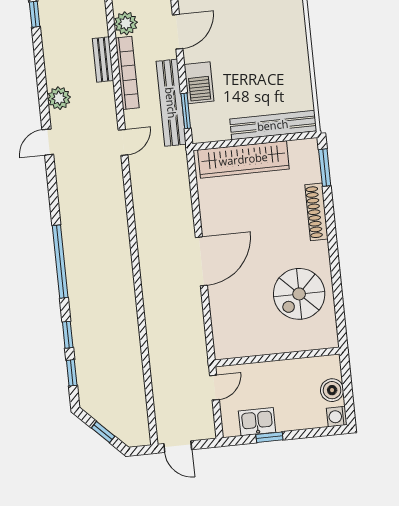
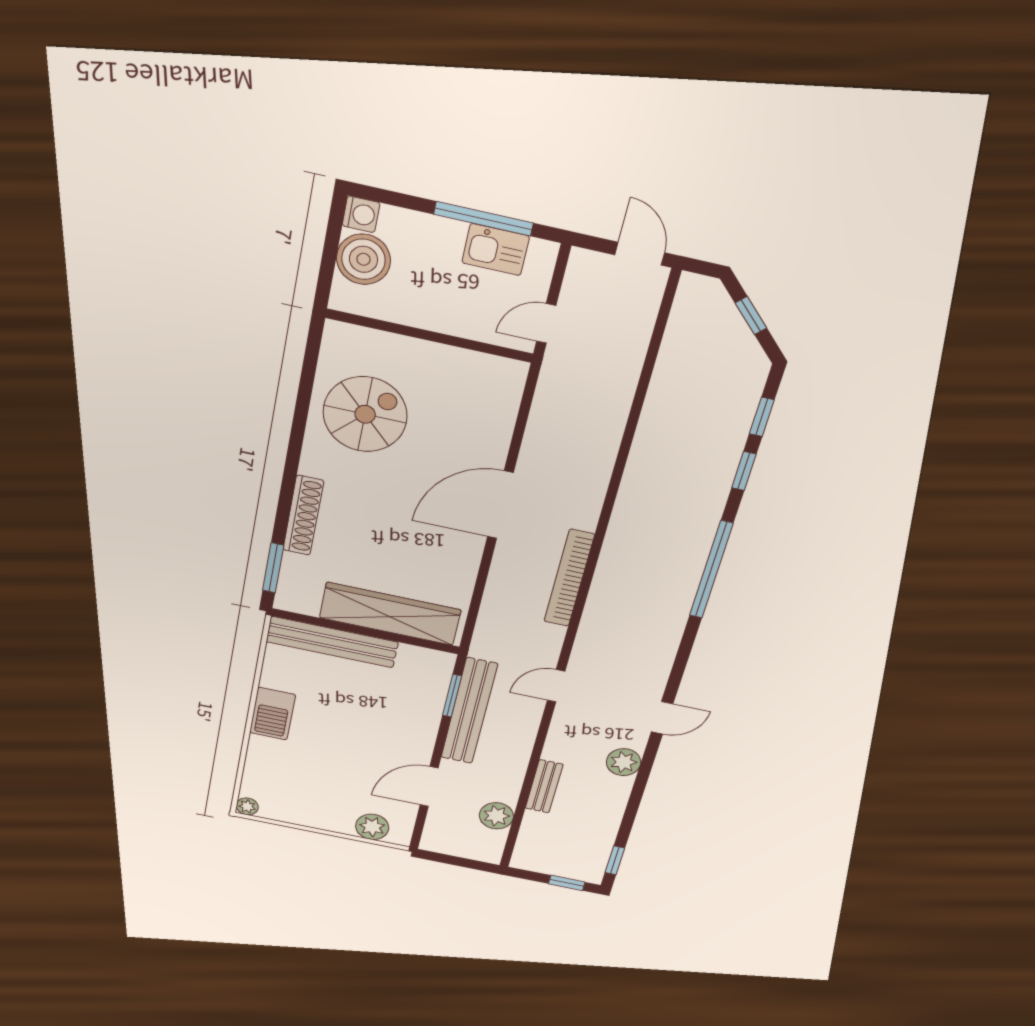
bookcase: (127, 73) -> (569, 578), moved
barbecue: (199, 83) -> (272, 714), moved, turned 180
boiler: (332, 390) -> (363, 259), width x1.37, depth x1.37
window: (269, 437) -> (484, 219), width x2.17

